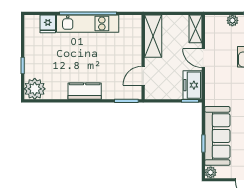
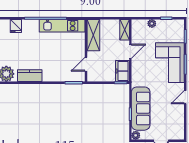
kitchen unit: (88, 24) -> (62, 26), moved
door: (203, 58) -> (130, 51), swing flipped
kitchen counter: (85, 91) -> (30, 76), moved

